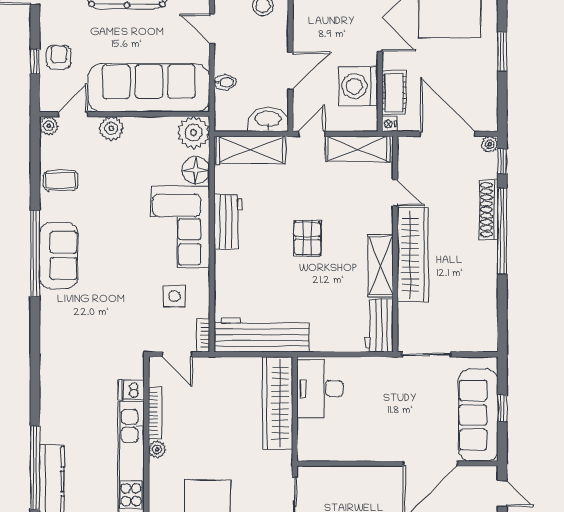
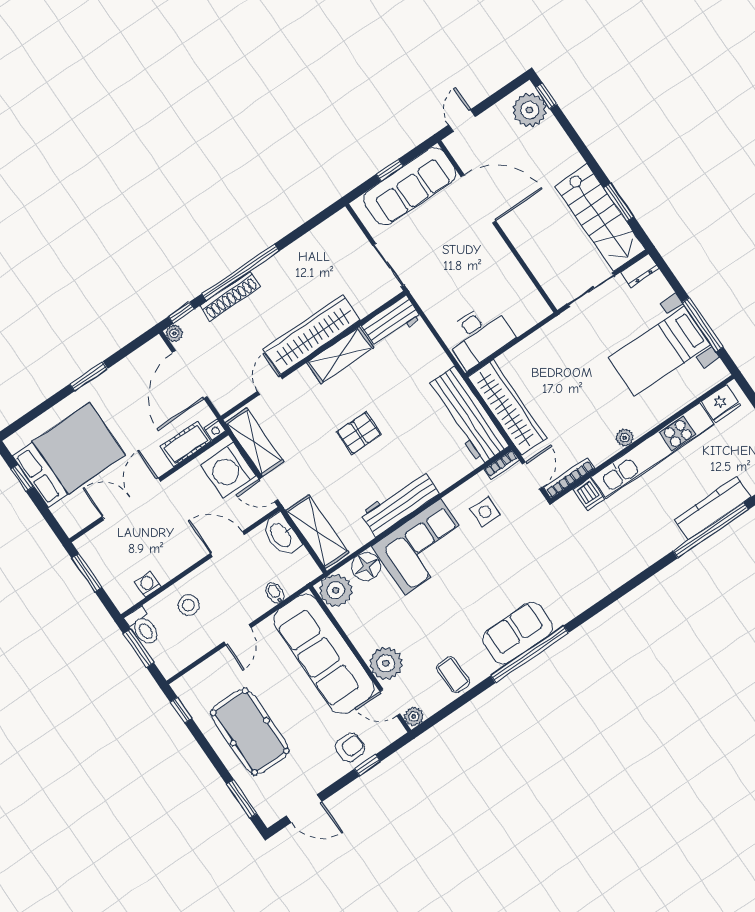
armchair: (59, 57) -> (350, 748), turned 180
washing machine: (358, 86) -> (228, 470), moved, turned 90
plant: (111, 128) -> (386, 663), width x1.36, depth x1.36
workbench: (228, 222) -> (400, 503), width x1.38
wardrobe: (278, 403) -> (507, 407), moved, turned -90
bookcase: (155, 413) -> (569, 478), moved

